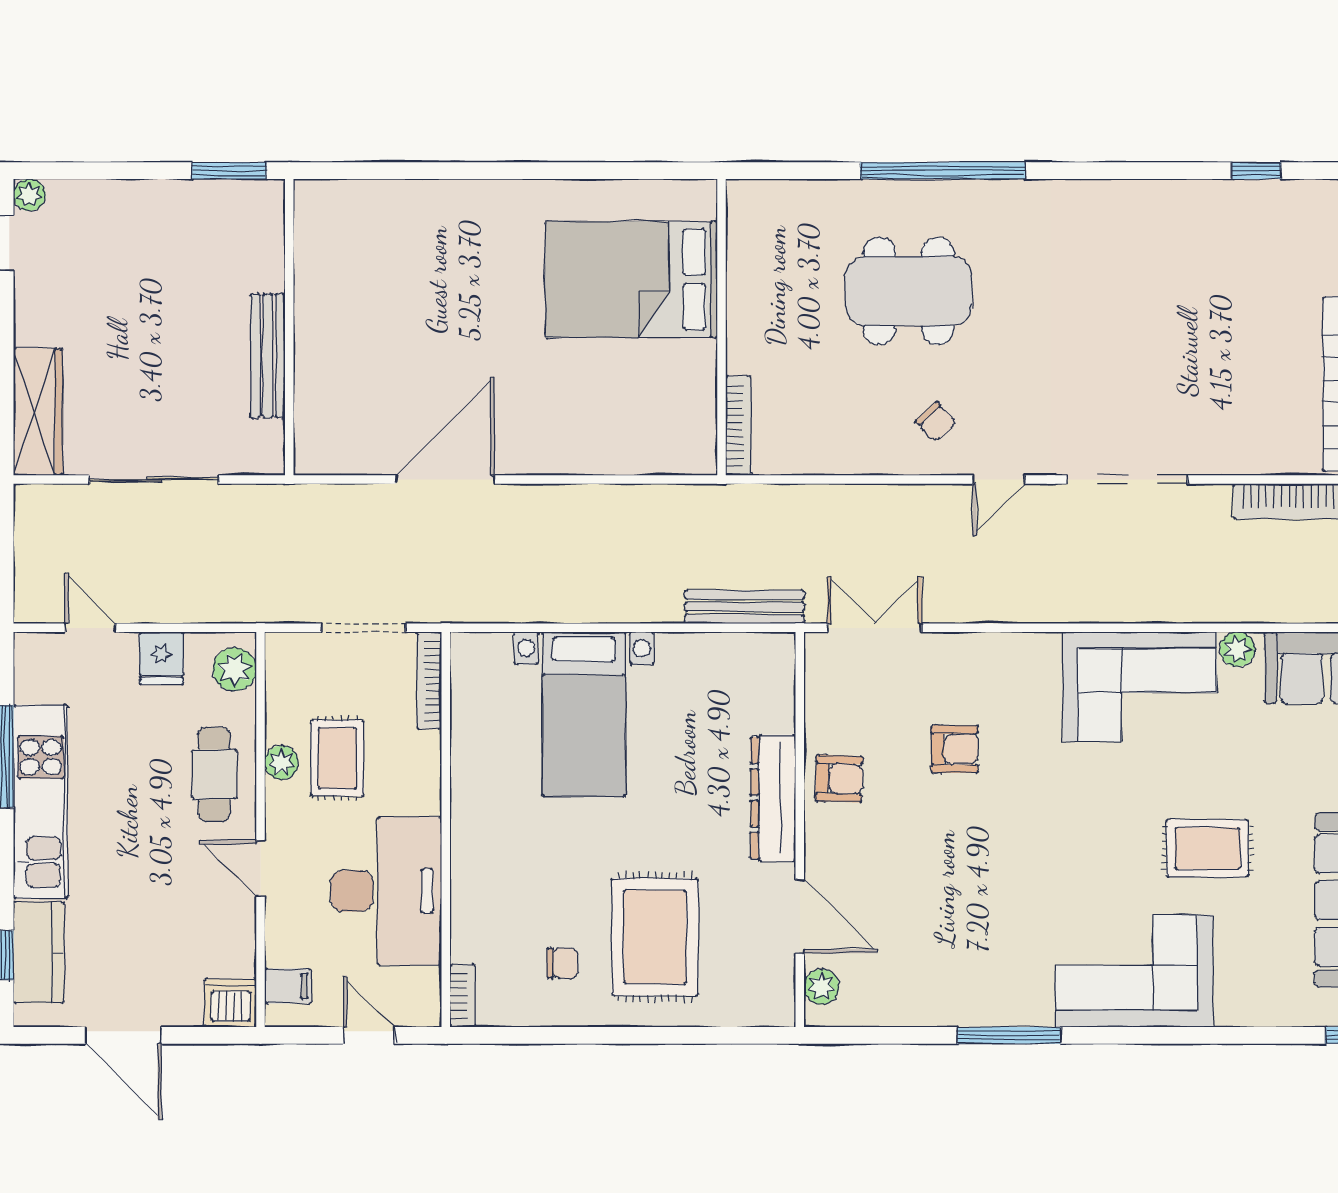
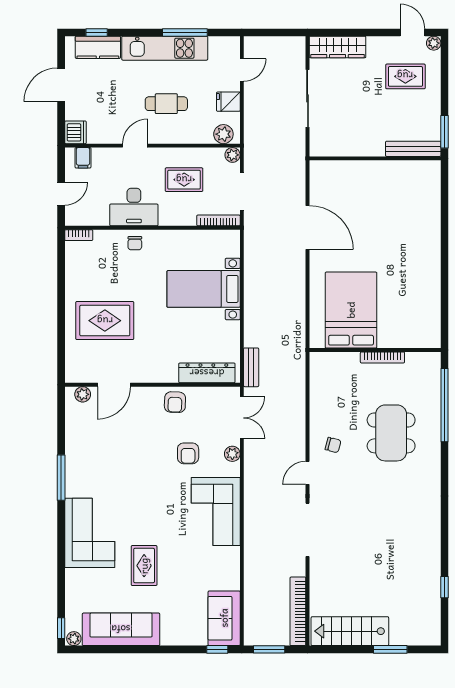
window: (943, 171) -> (444, 405), moved
rug: (104, 259) -> (405, 76), added
bed: (631, 280) -> (351, 310), moved
bench: (268, 356) -> (413, 149), moved
chair: (936, 422) -> (333, 445), turned -122
bookcase: (738, 426) -> (382, 357), moved
door: (999, 479) -> (308, 473), hinge flipped
bench: (745, 607) -> (251, 367), width x0.73
plant: (1237, 649) -> (232, 454), moved
corner sofa: (1140, 687) -> (216, 511), moved
plant: (281, 763) -> (233, 155), moved
cafe table: (214, 774) -> (166, 104), moved
dresser: (773, 798) -> (207, 373), moved
desk: (386, 891) -> (134, 207), width x0.73, depth x0.77
chair: (562, 963) -> (135, 243), moved

